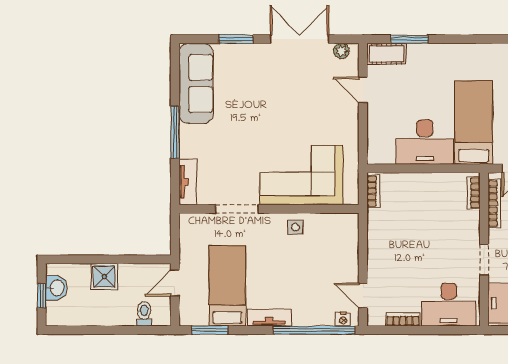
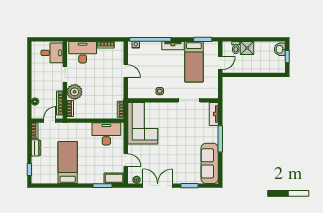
double door: (299, 39) -> (158, 186), swing flipped
bed: (474, 123) -> (68, 163), moved, turned 180
desk: (425, 142) -> (106, 134), moved
corner sofa: (301, 175) -> (143, 123), moved, turned -90
plant: (465, 226) -> (75, 92), added
shower: (104, 277) -> (247, 48), moved
washbasin: (56, 288) -> (280, 49), moved
door: (363, 296) -> (126, 71), moved

